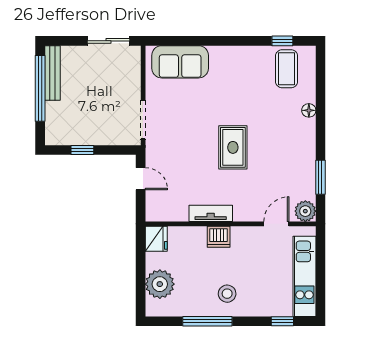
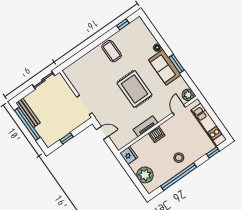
sofa: (180, 62) -> (165, 67), moved, turned 90
coffee table: (287, 69) -> (112, 51), moved
rug: (233, 147) -> (134, 89), width x1.36, depth x1.43
window: (320, 177) -> (177, 64), moved
window: (207, 321) -> (179, 177), width x1.46

